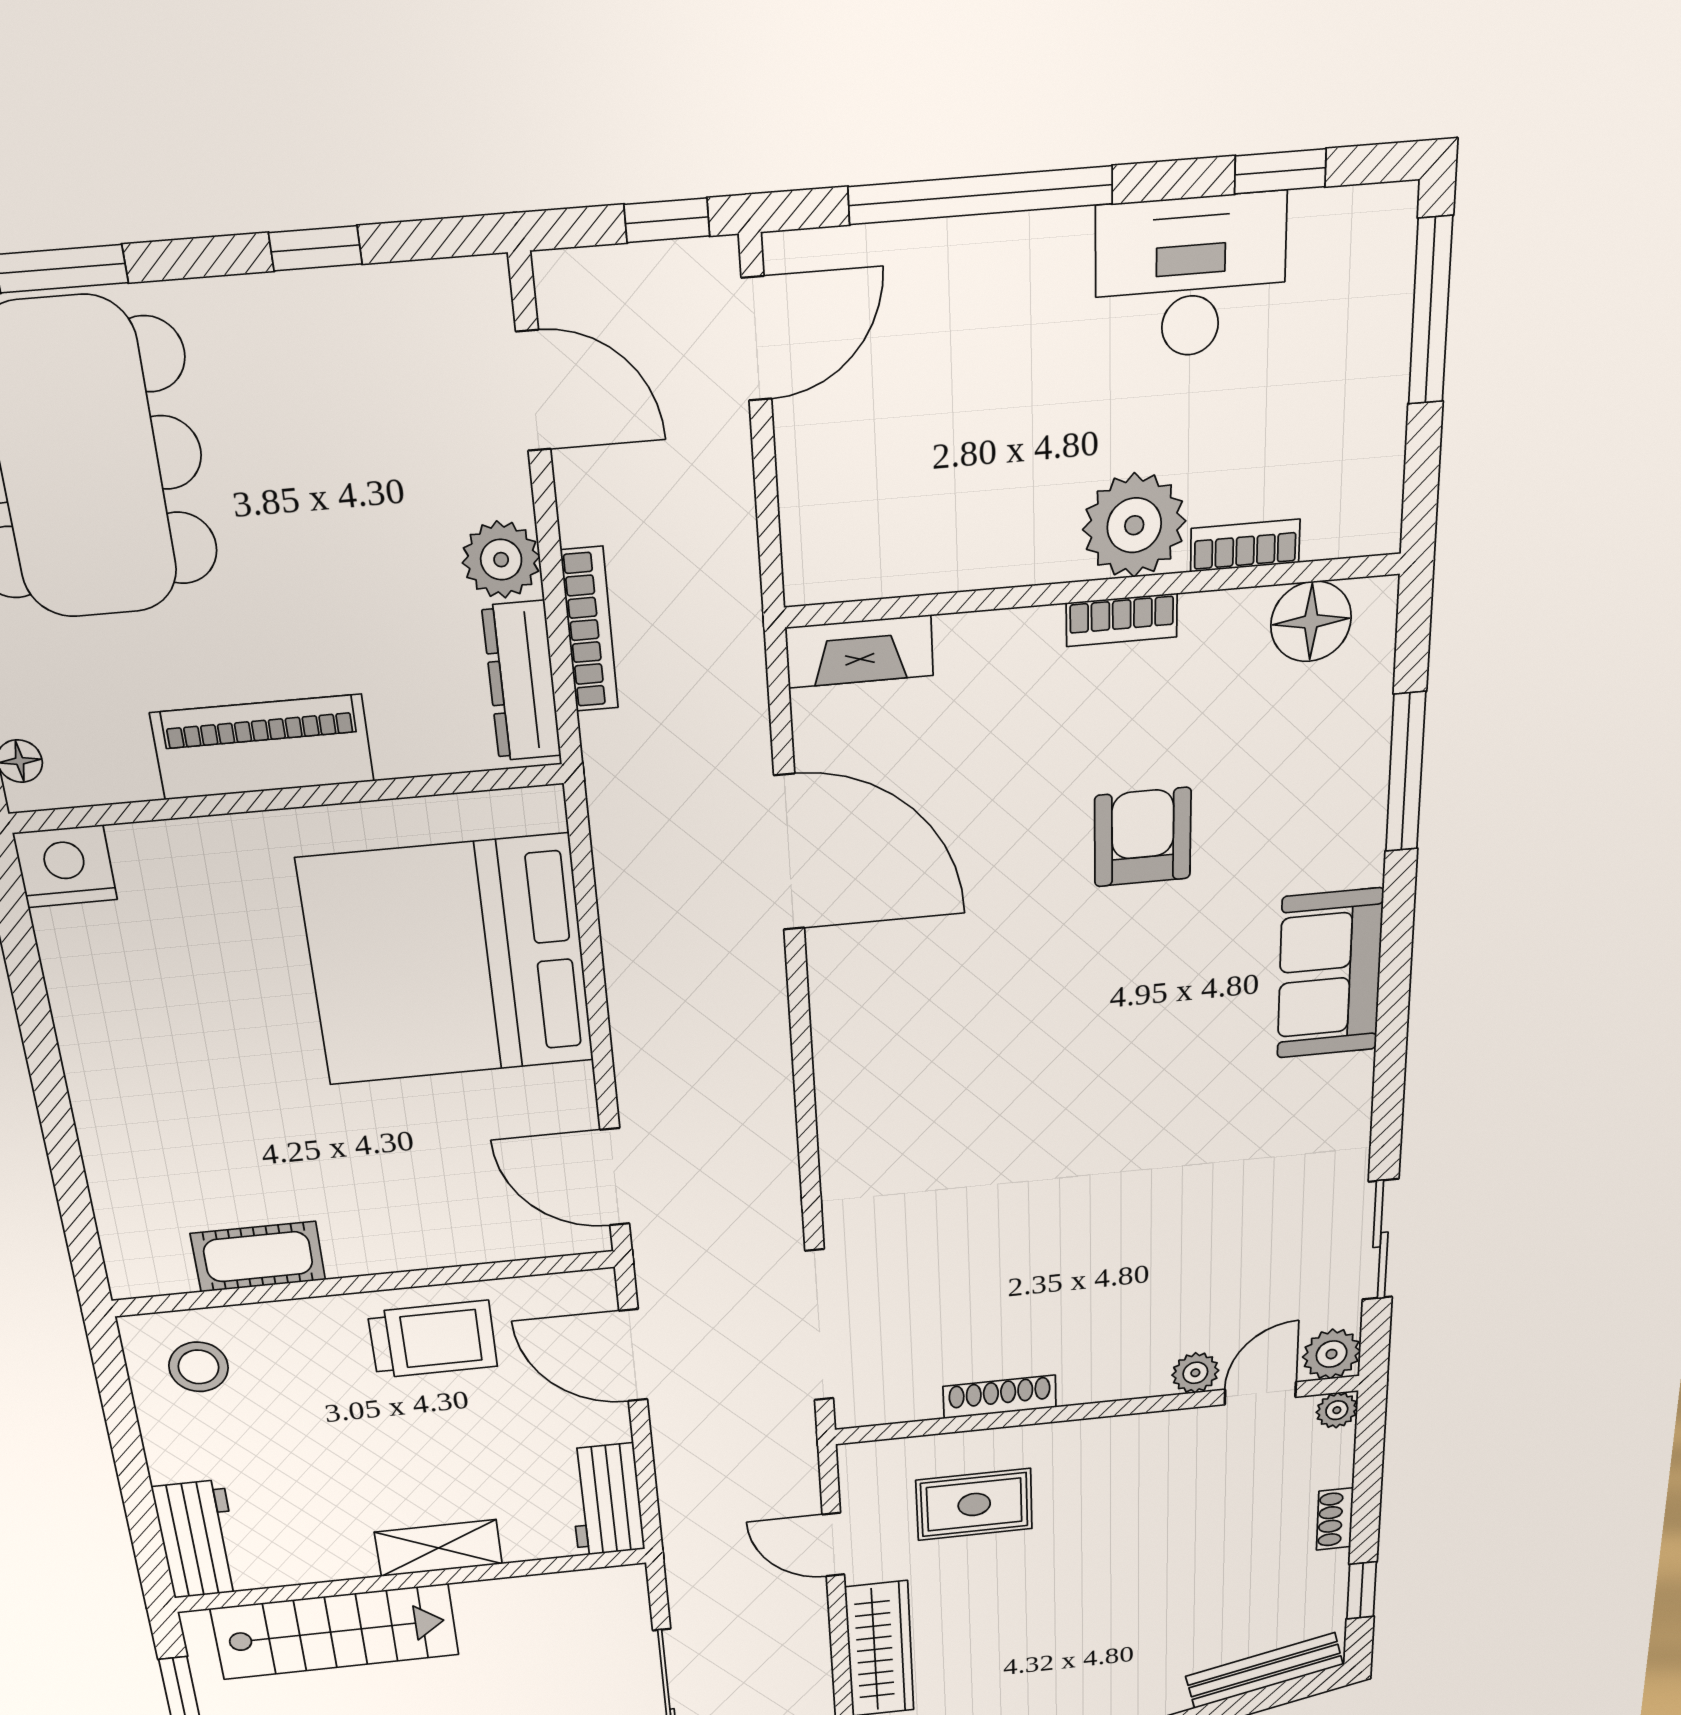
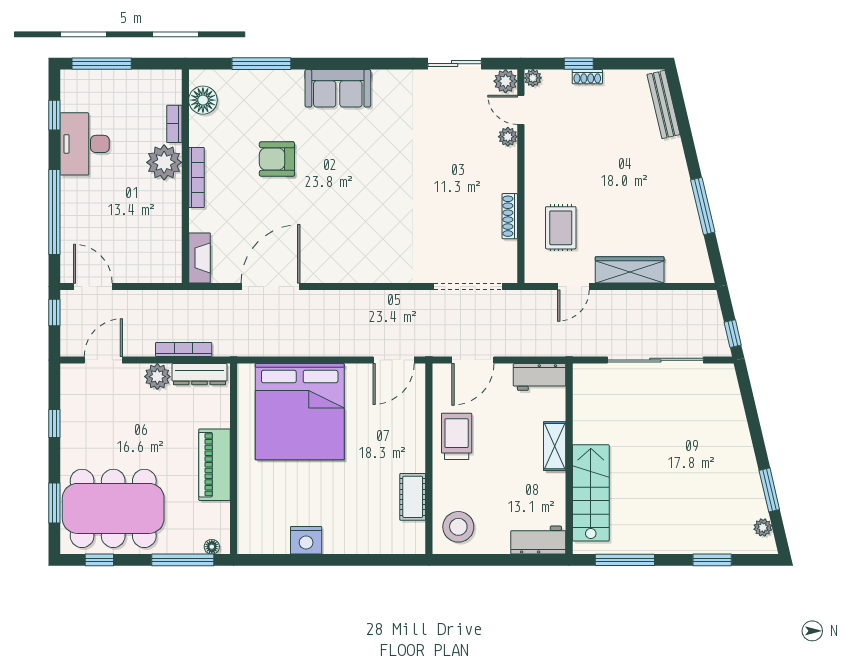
bookcase: (1122, 620) -> (196, 178), width x1.56
nightstand: (65, 866) -> (306, 540), moved, turned -90
stool: (199, 1367) -> (458, 527), width x1.38, depth x1.38
window: (1362, 1590) -> (579, 64), moved

